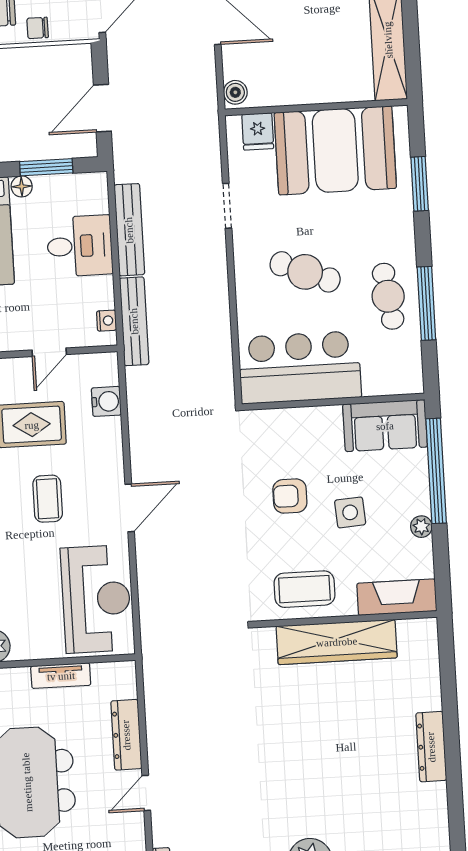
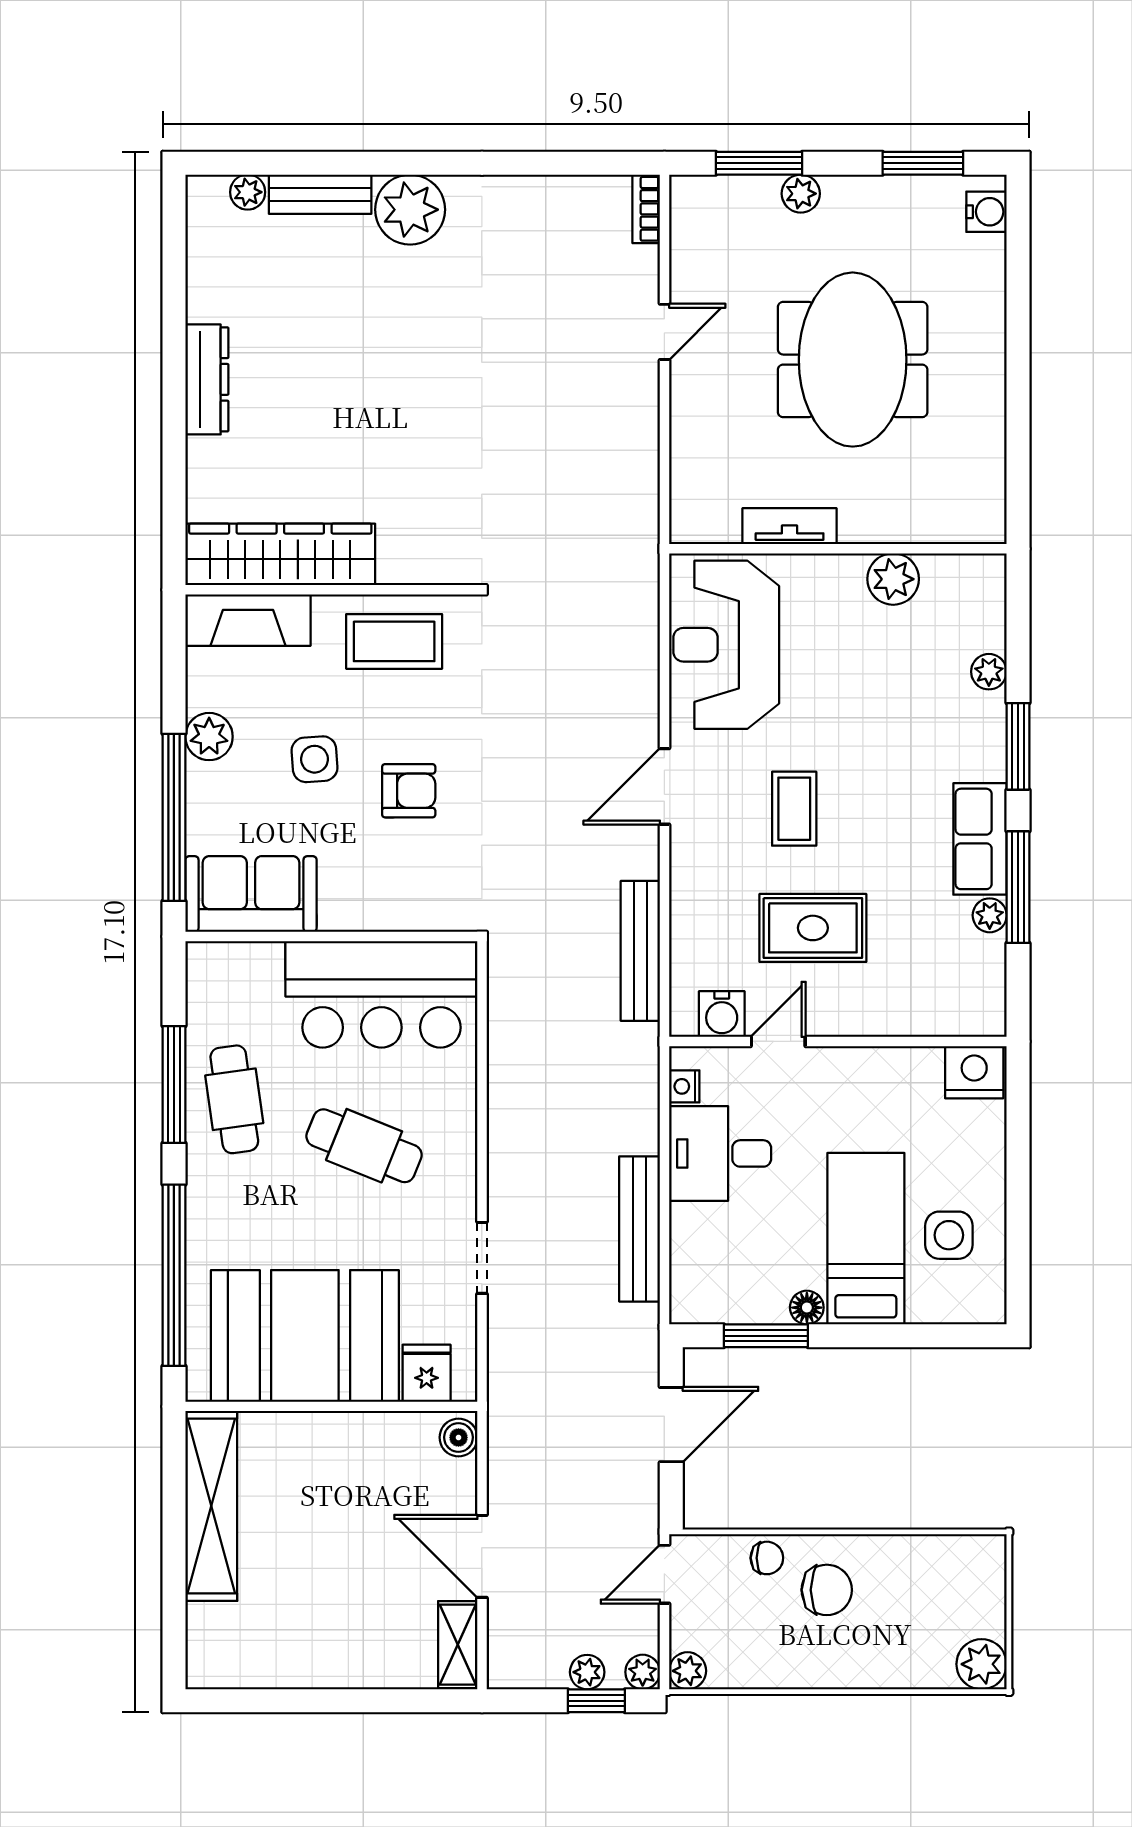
window: (420, 184) -> (174, 1275), width x2.11
desk: (80, 246) -> (720, 1153), moved
bench: (134, 321) -> (640, 951), moved
water cooler: (106, 401) -> (722, 1014), moved, turned -90
plant: (421, 527) -> (209, 737), width x1.38, depth x1.38
wardrobe: (337, 642) -> (280, 554), moved
dresser: (126, 735) -> (691, 426), removed

